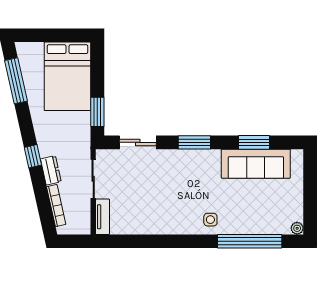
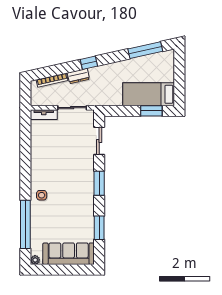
bed: (67, 76) -> (149, 94), width x0.67
window: (97, 112) -> (151, 111), moved
sofa: (256, 164) -> (69, 254), moved, turned 90

